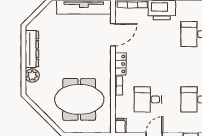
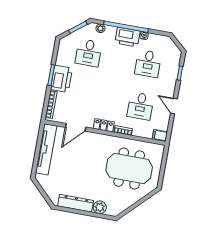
door: (113, 35) -> (76, 127), swing flipped
meeting table: (79, 99) -> (129, 169), turned 90

